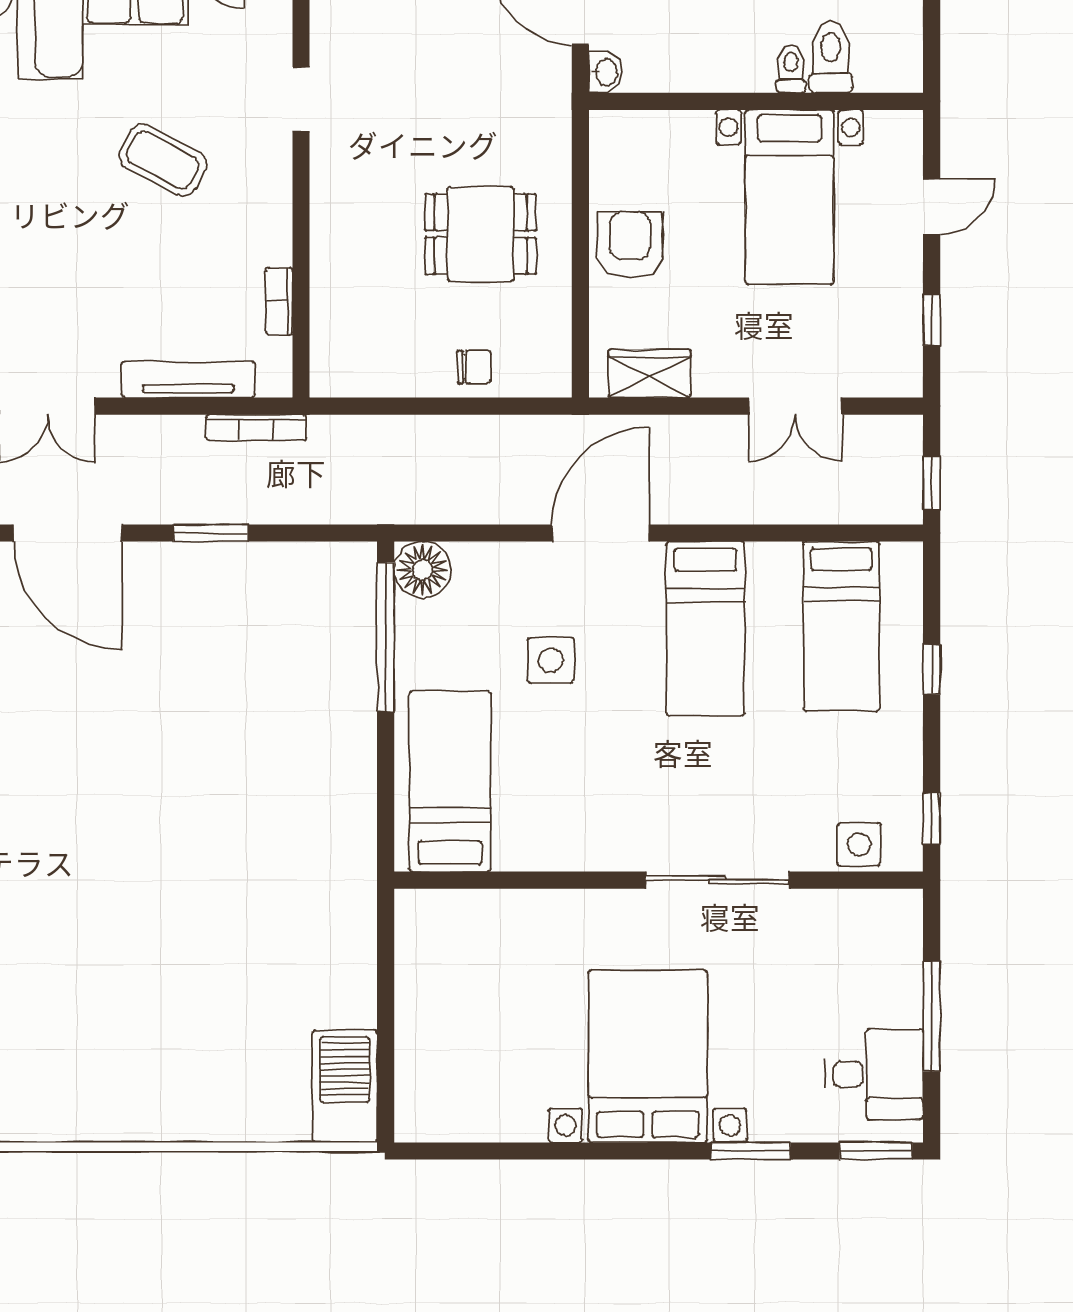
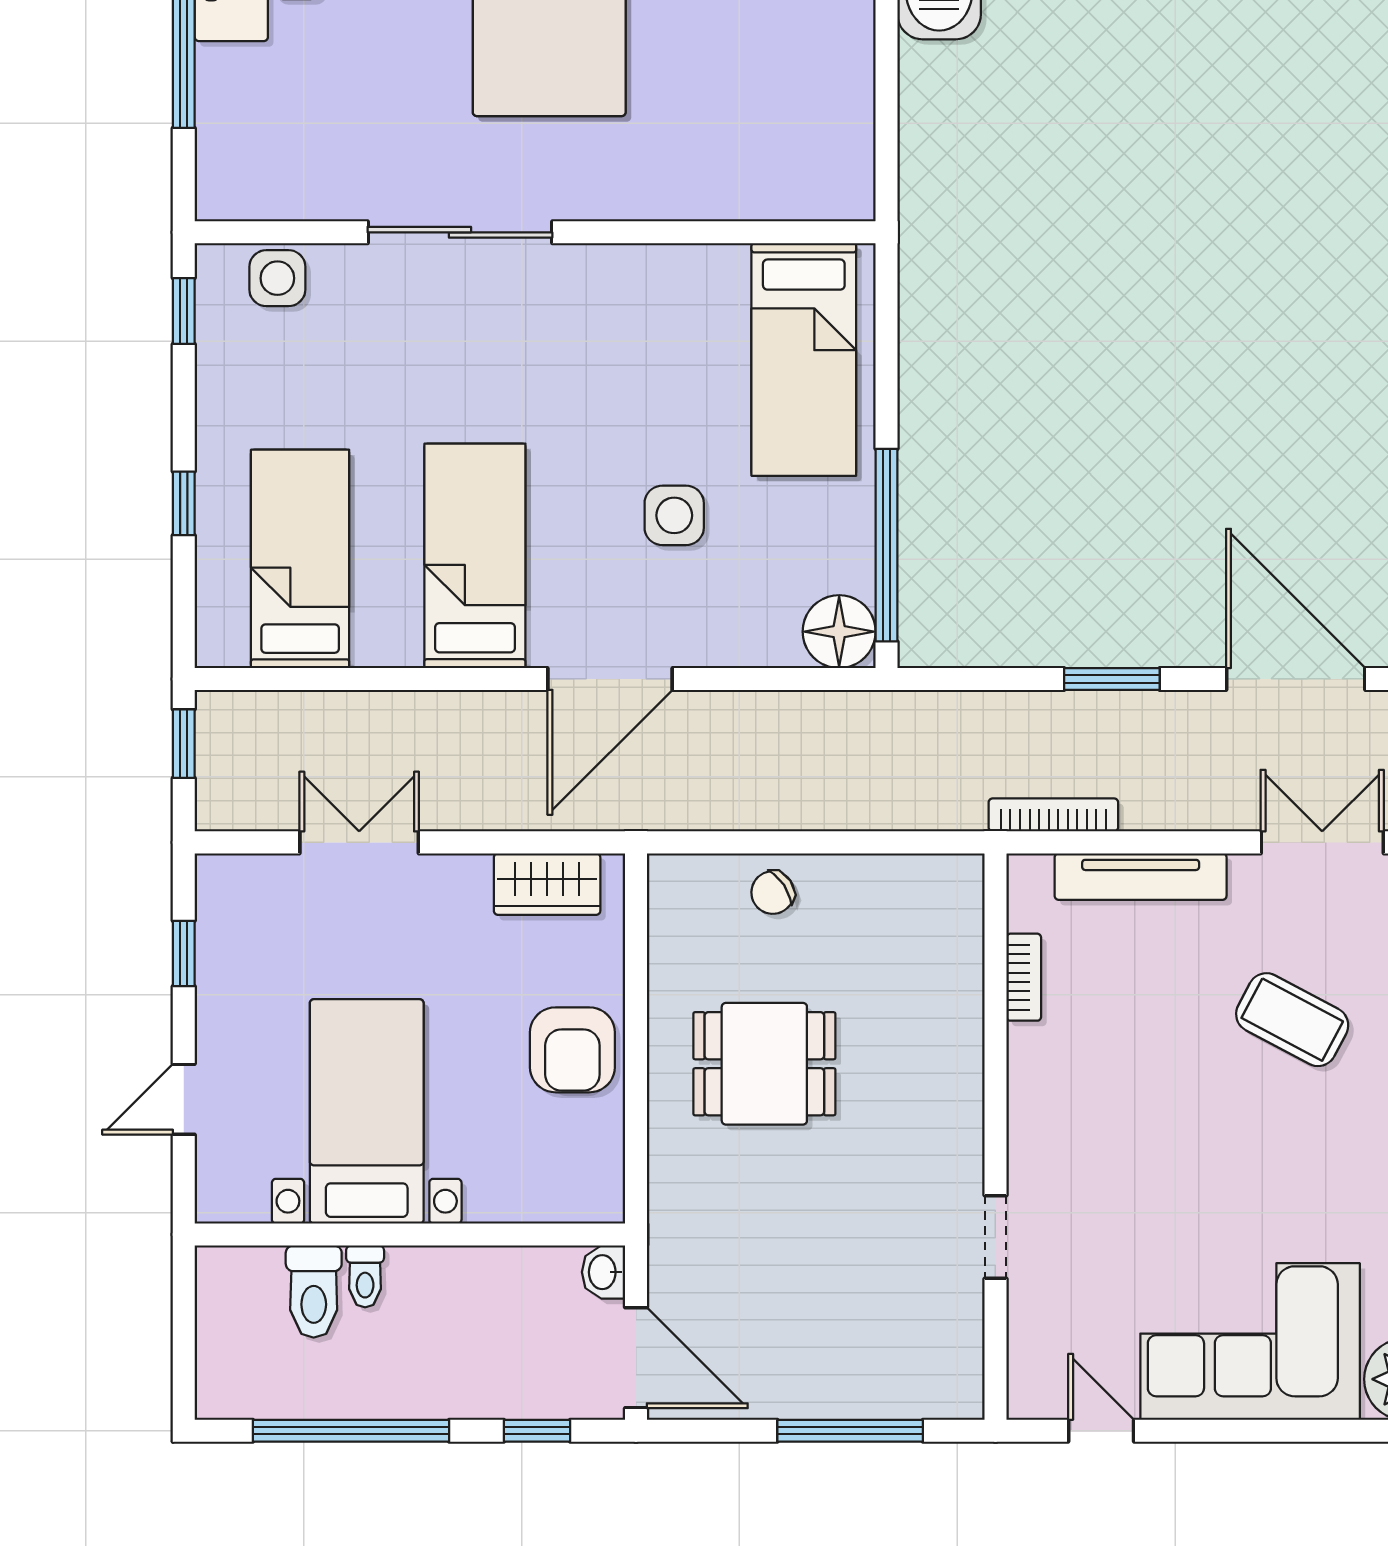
coffee table: (163, 160) -> (1292, 1020), moved
chair: (474, 367) -> (773, 893), turned -34

